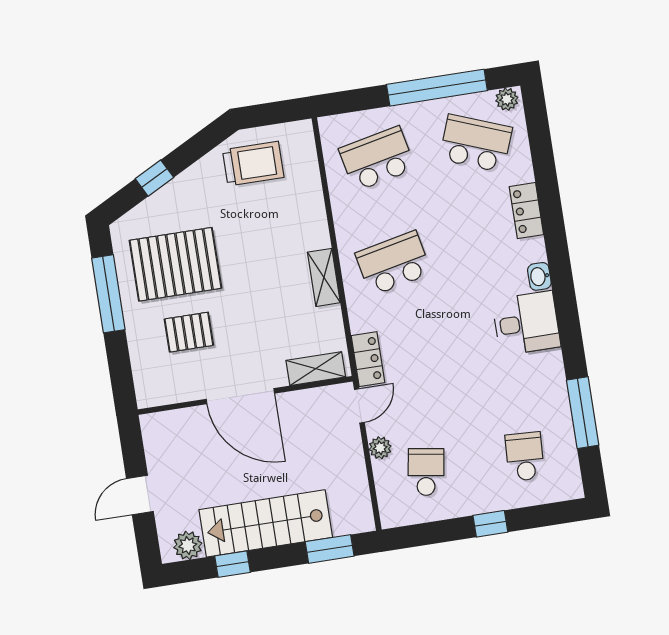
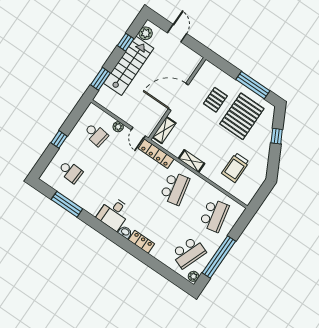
trolley: (253, 164) -> (235, 168), moved
locker: (526, 211) -> (141, 242), moved
locker: (368, 359) -> (156, 154), width x1.53

